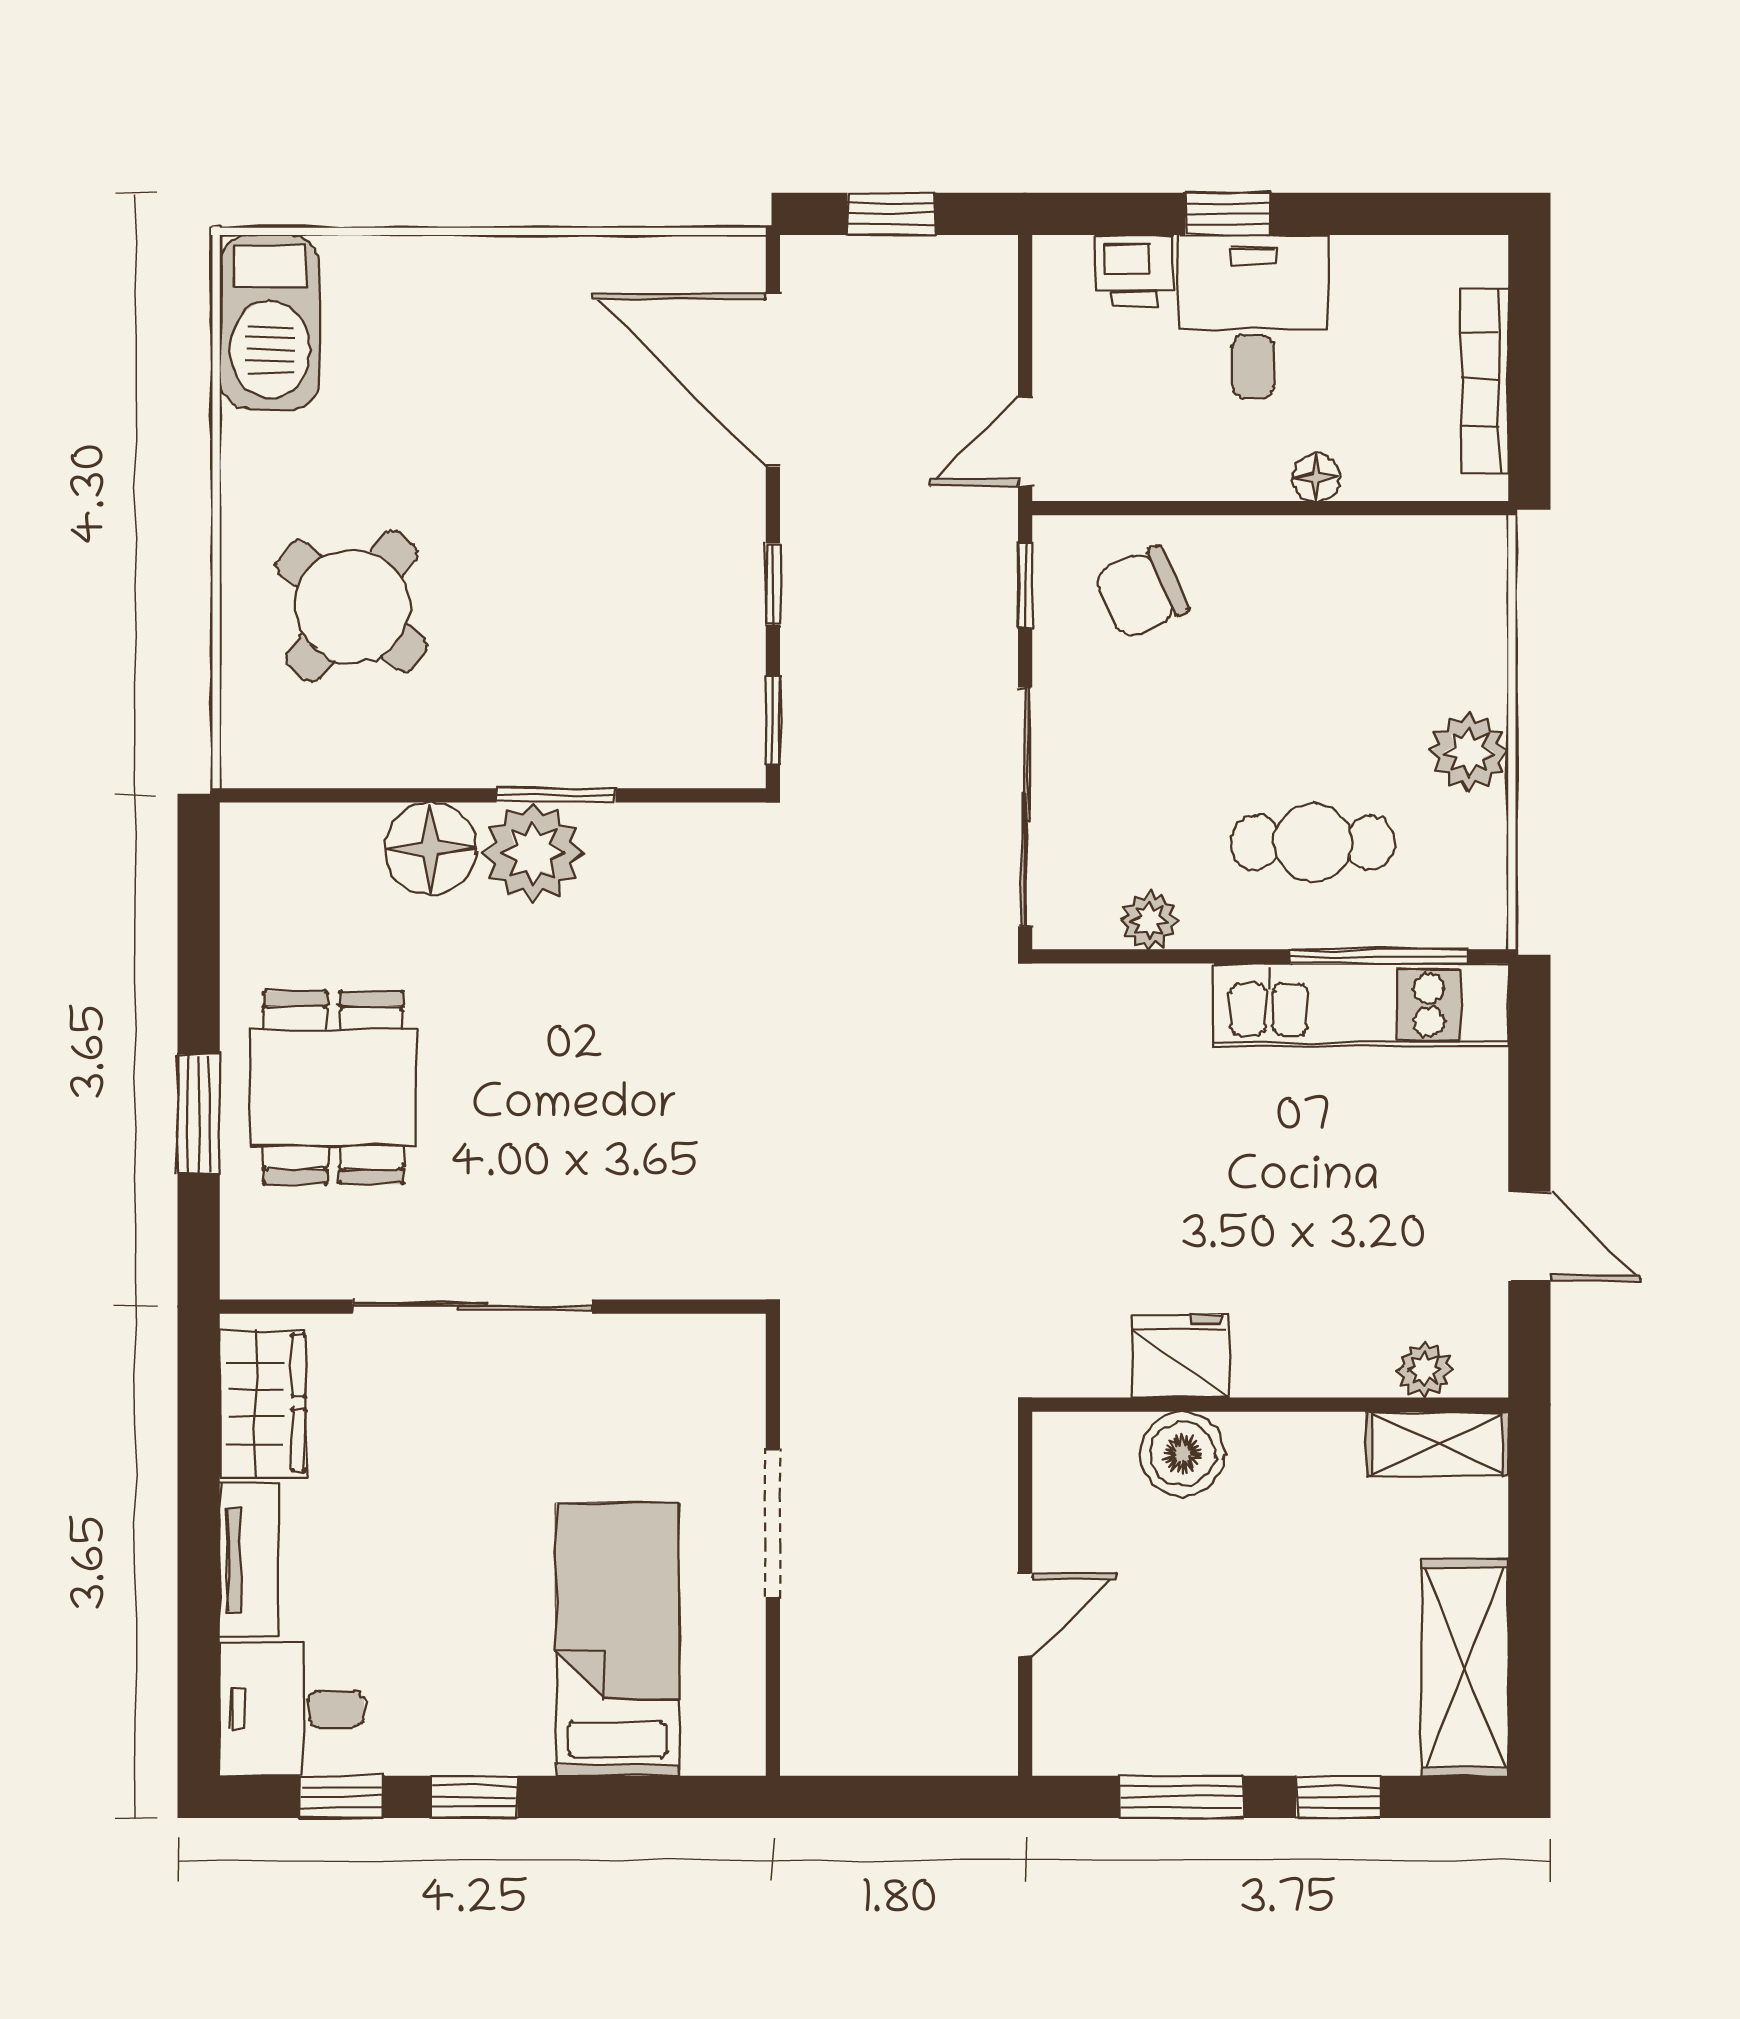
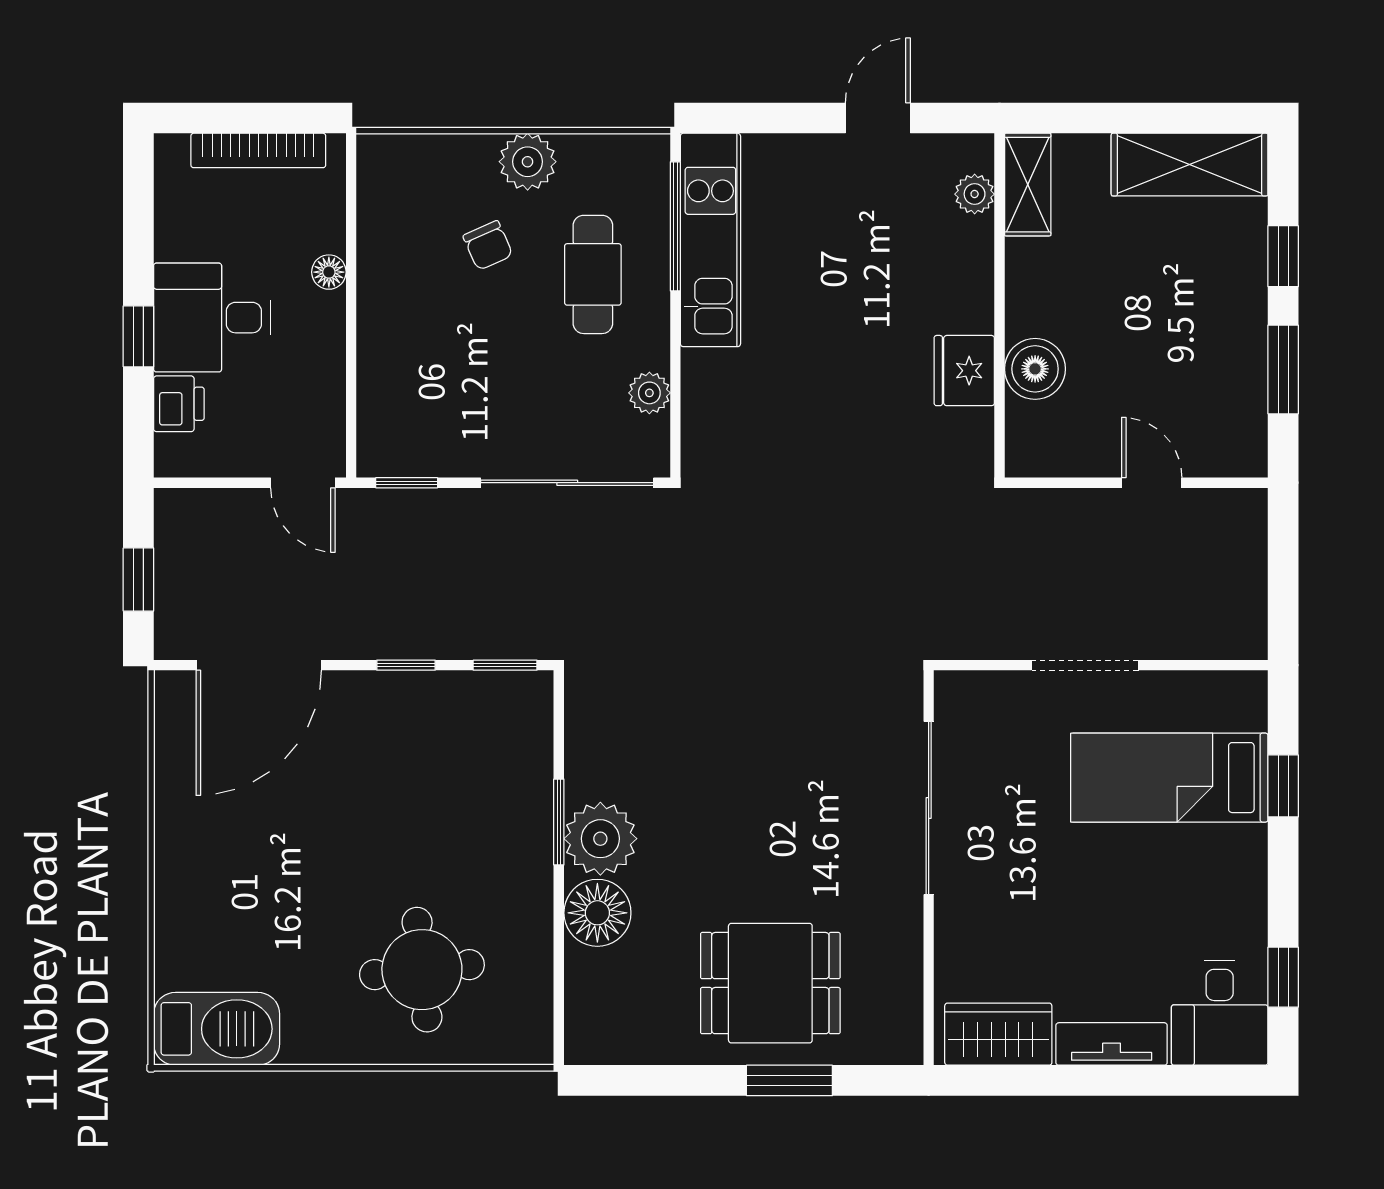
chair: (1141, 592) -> (488, 245), moved, width x0.73, depth x0.73
round table: (352, 606) -> (422, 970), turned 45
sliding door: (472, 1307) -> (929, 808), moved
window: (474, 1797) -> (1283, 786), moved

